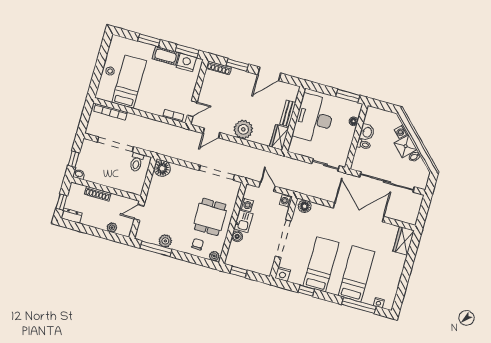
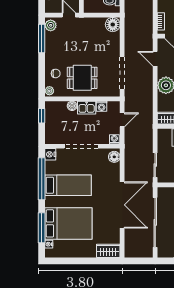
plant: (165, 241) -> (51, 25), moved
bed: (357, 274) -> (68, 223), width x1.50
window: (306, 291) -> (42, 179), width x3.17

